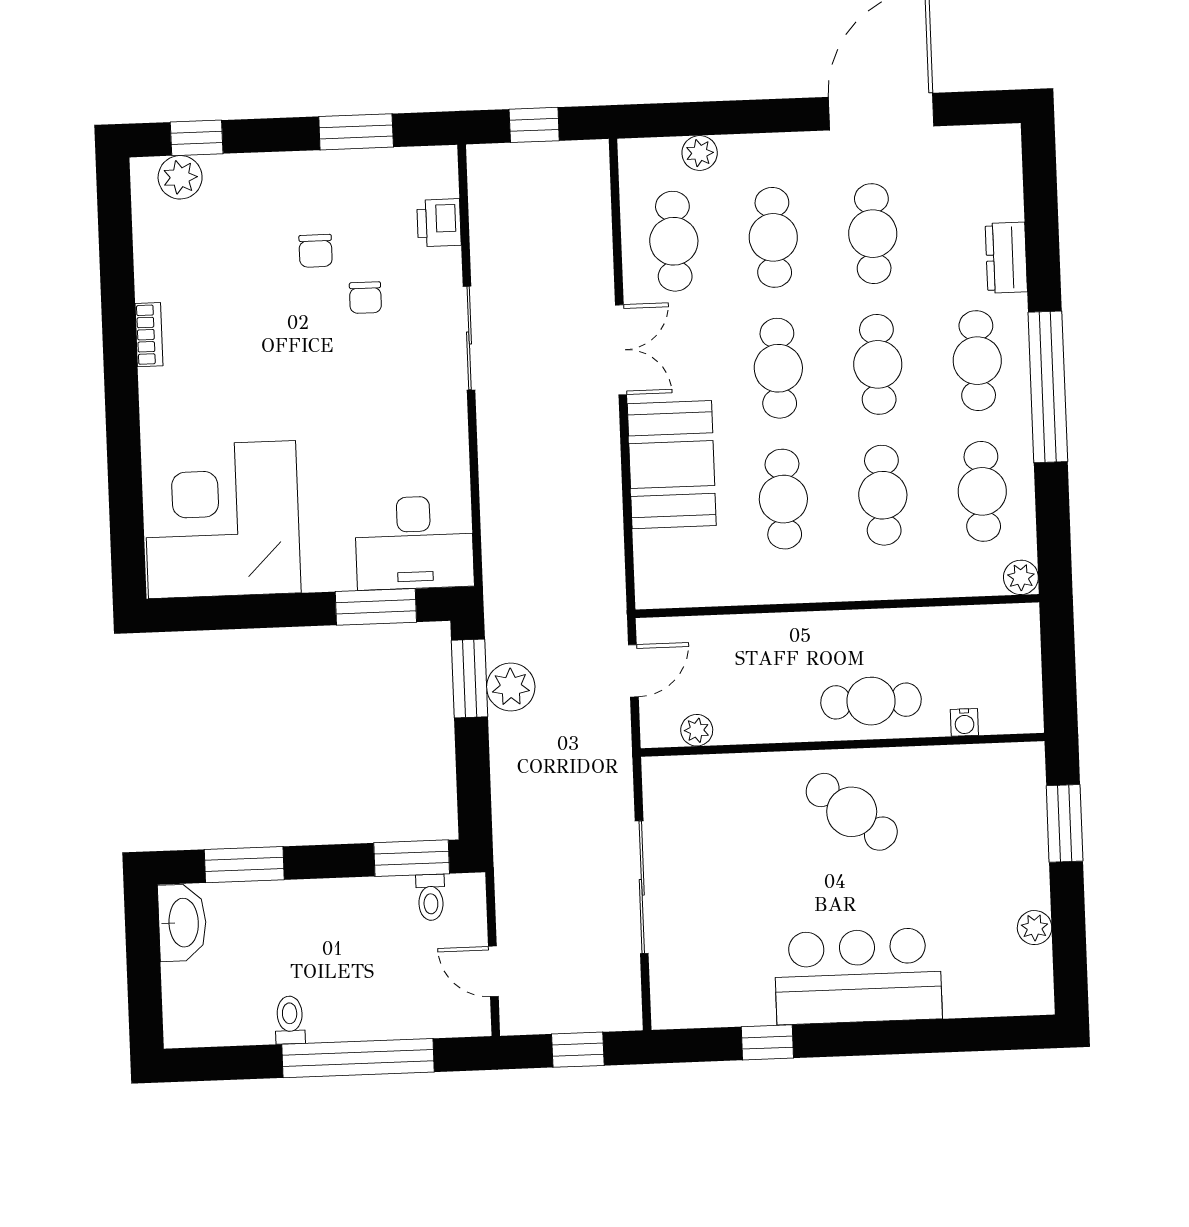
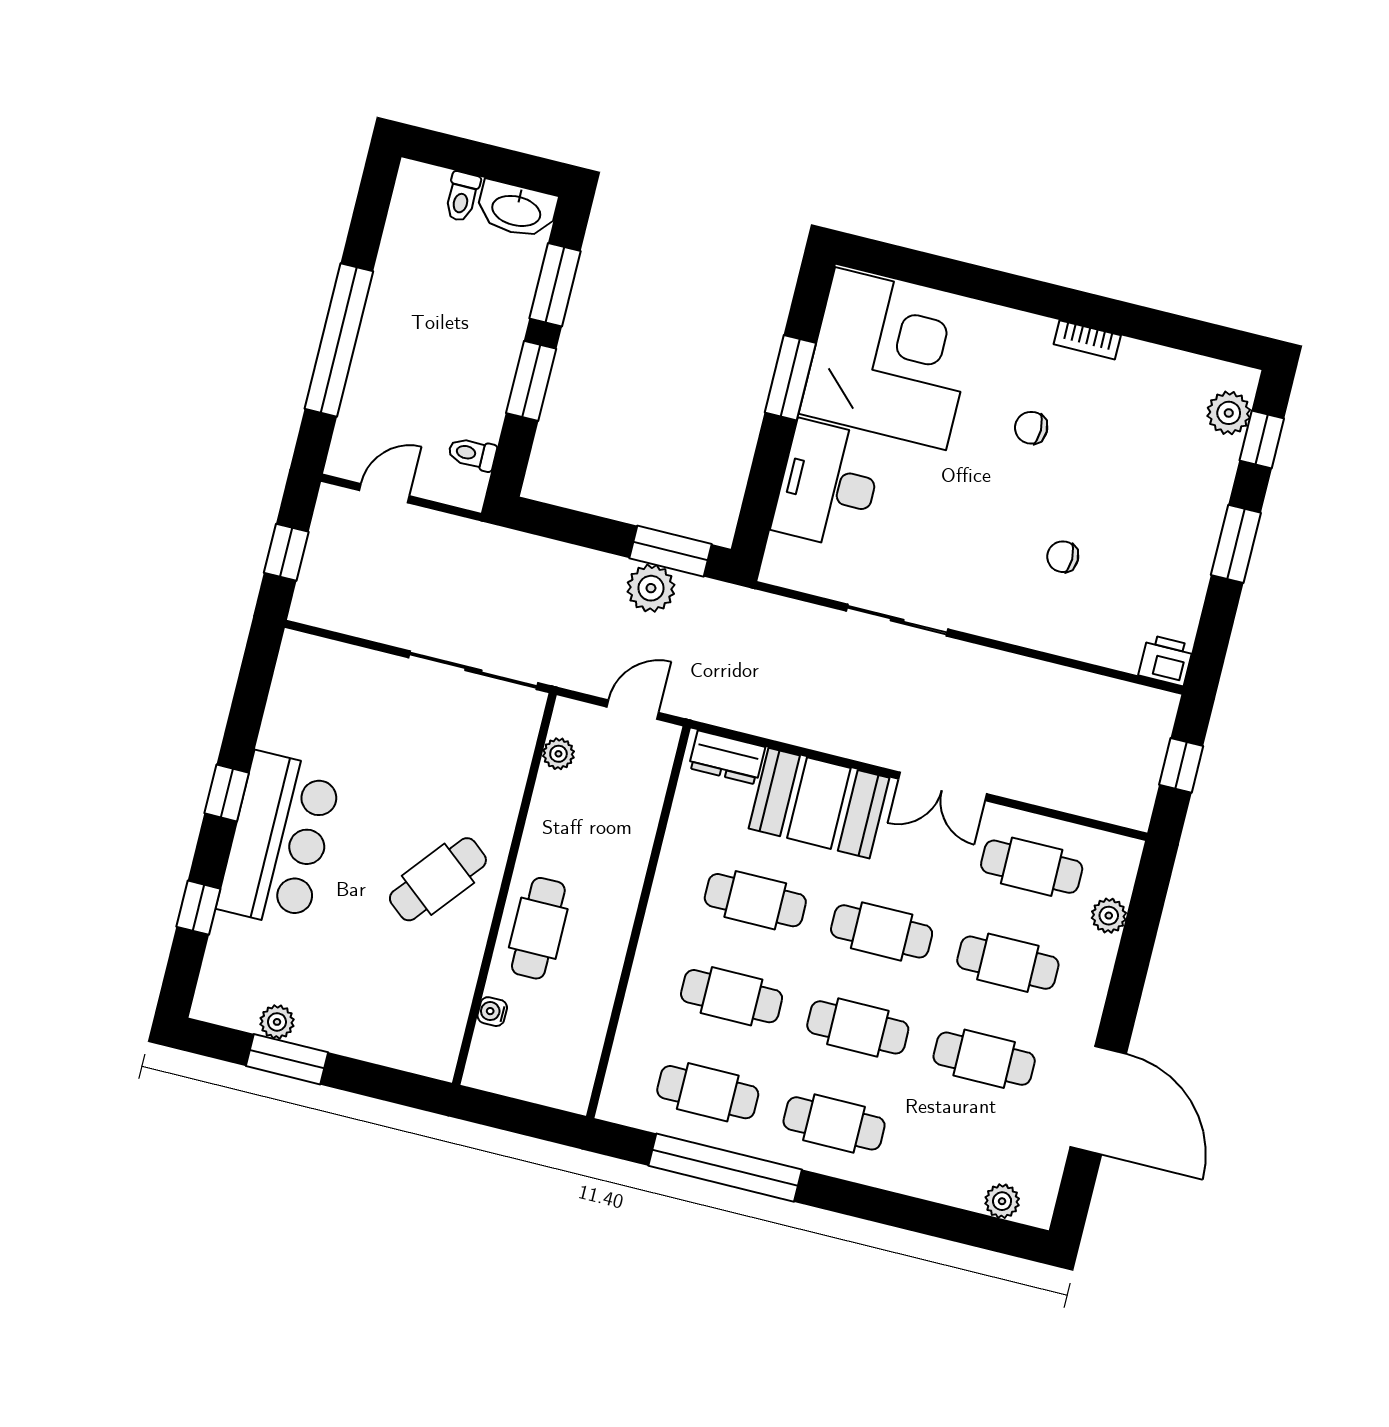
window: (356, 132) -> (1236, 544), moved
printer: (439, 223) -> (1166, 660), moved
chair: (316, 251) -> (1031, 428), moved
dresser: (1006, 258) -> (727, 757), moved, turned 180
sliding door: (469, 338) -> (897, 620), moved
window: (1048, 387) -> (725, 1168), moved
desk: (414, 543) -> (828, 484), moved
plant: (1021, 577) -> (1002, 1201), moved
window: (376, 607) -> (790, 378), moved
door: (633, 671) -> (633, 710), swing flipped
window: (1065, 823) -> (287, 1059), moved
window: (412, 858) -> (531, 381), moved
sliding door: (642, 887) -> (473, 670), moved
toilet: (290, 1020) -> (462, 197), moved, turned 90
window: (946, 1036) -> (198, 908), added
window: (767, 1042) -> (227, 793), moved

